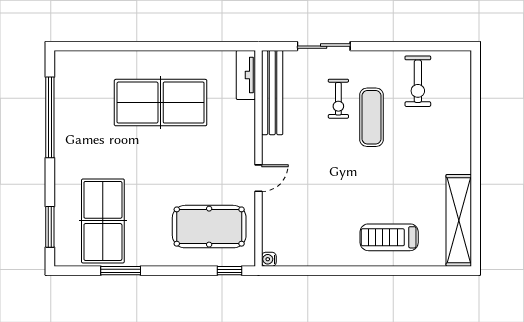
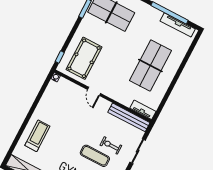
tv unit: (64, 92) -> (178, 25), added

